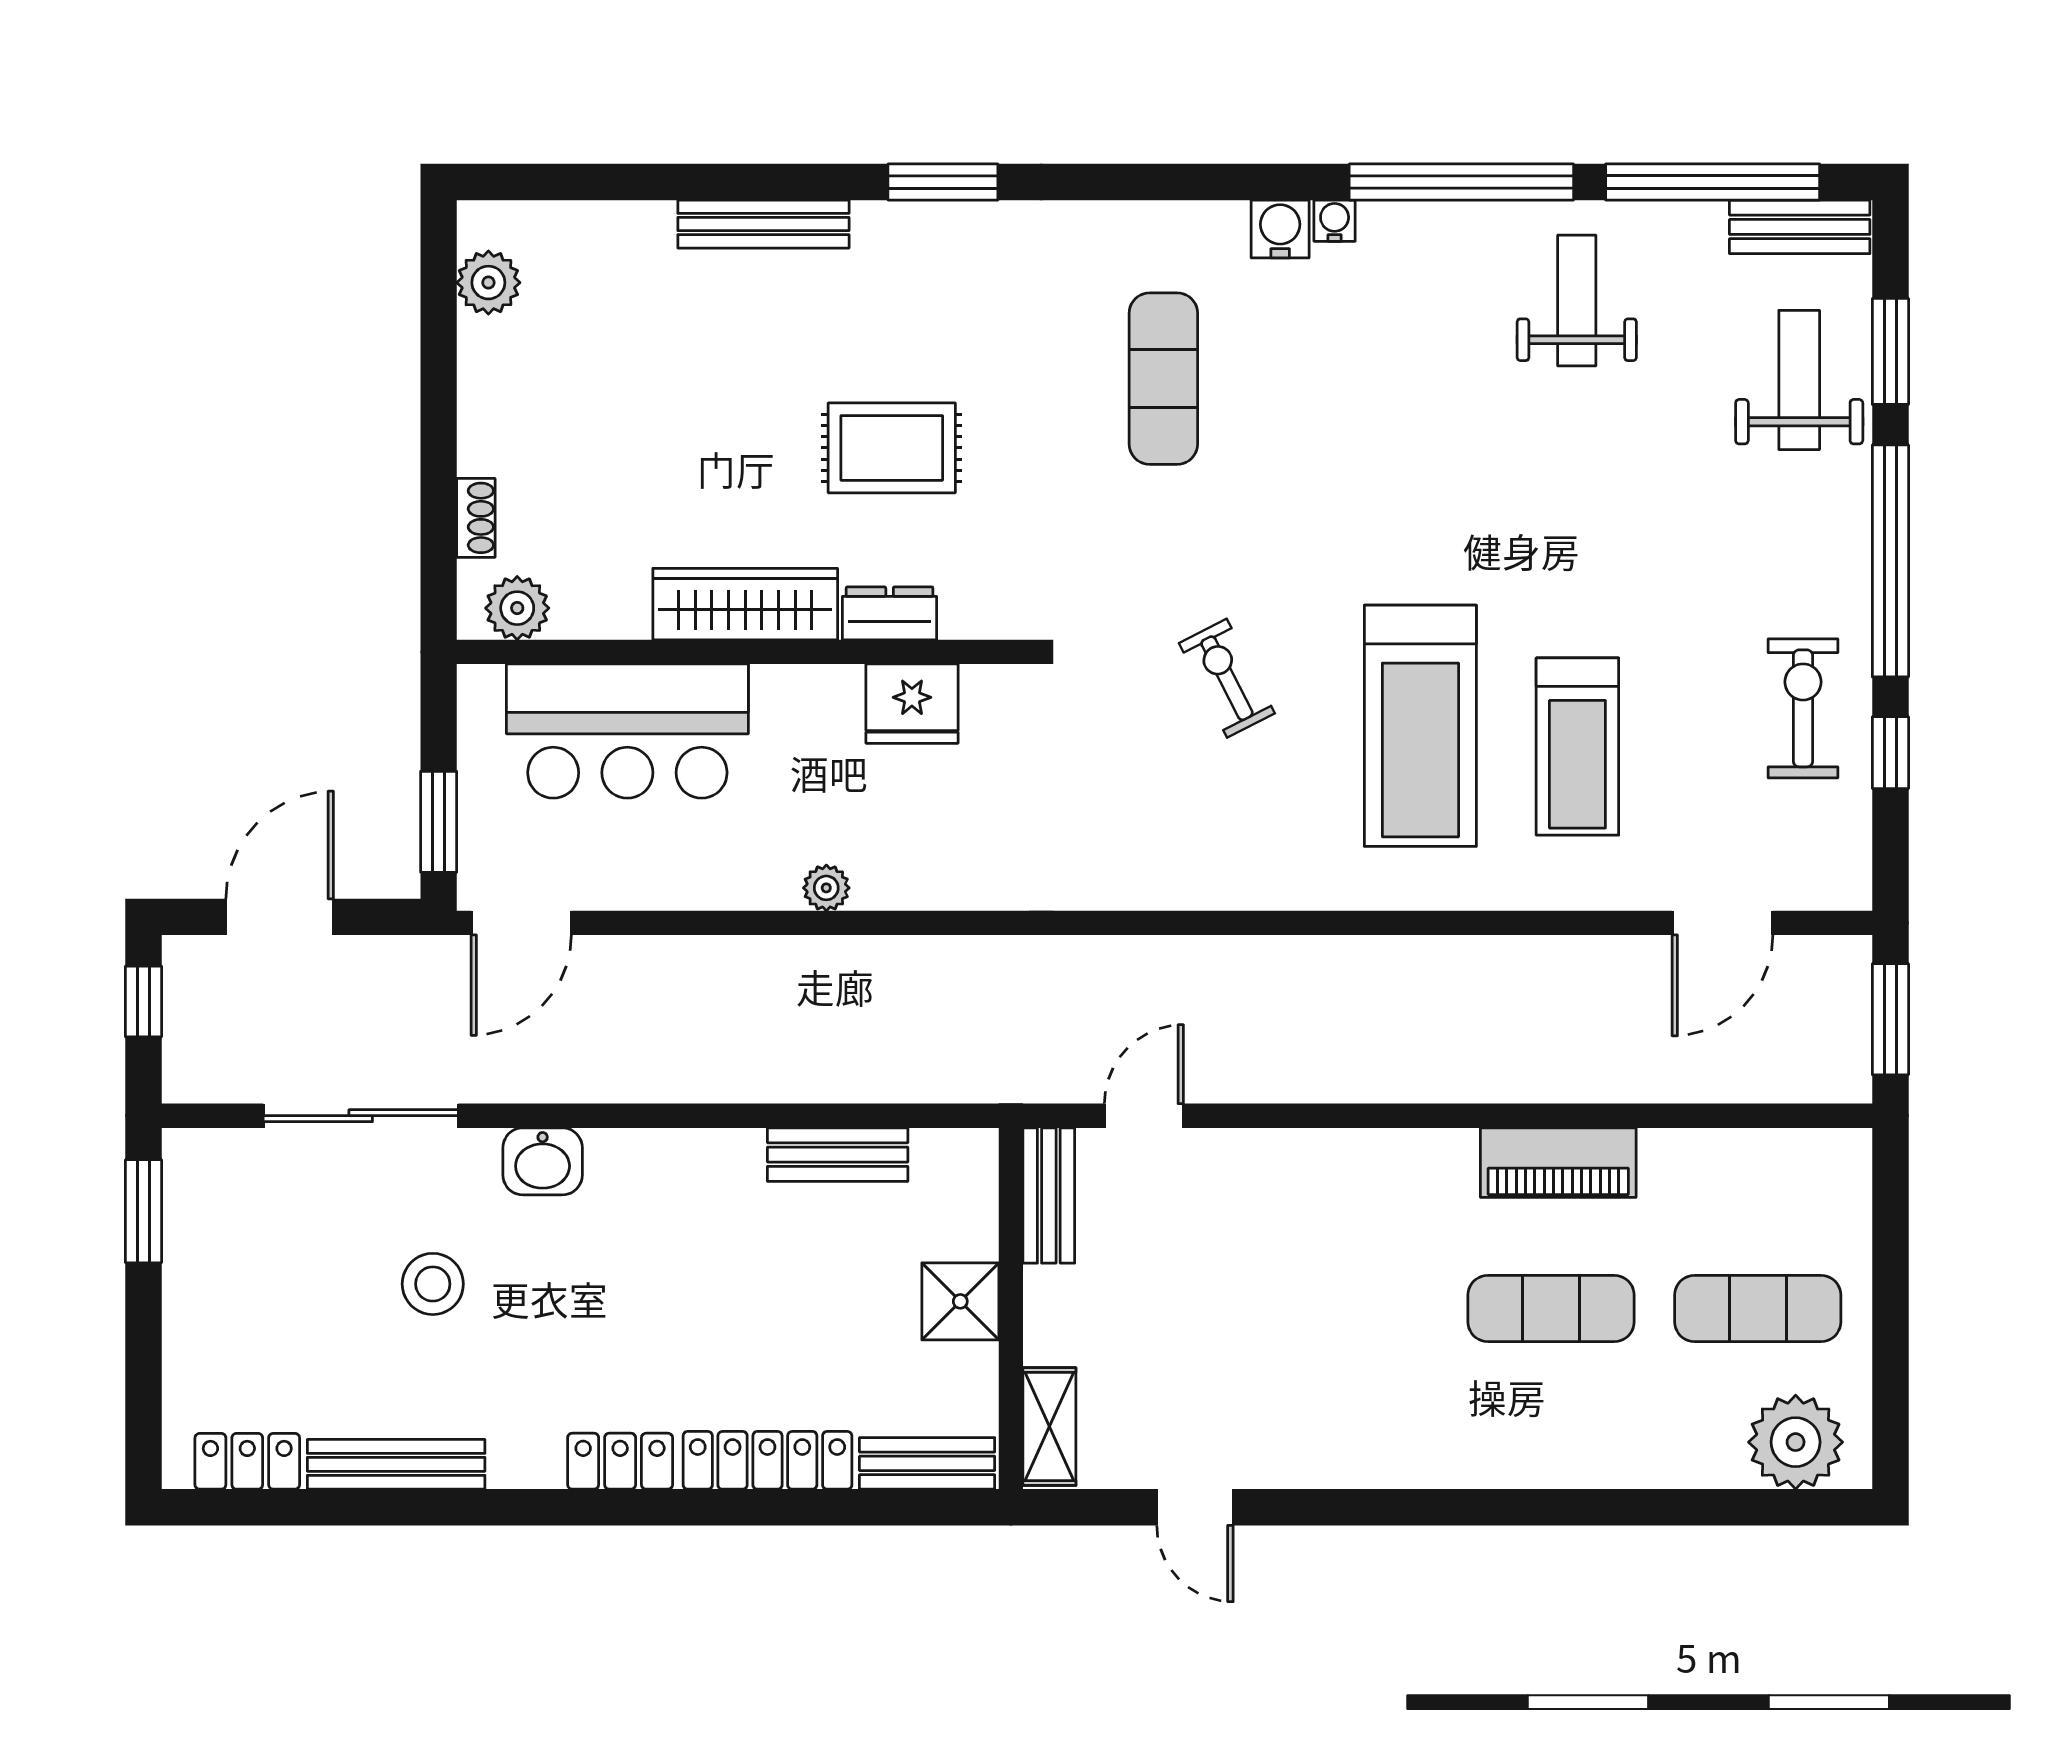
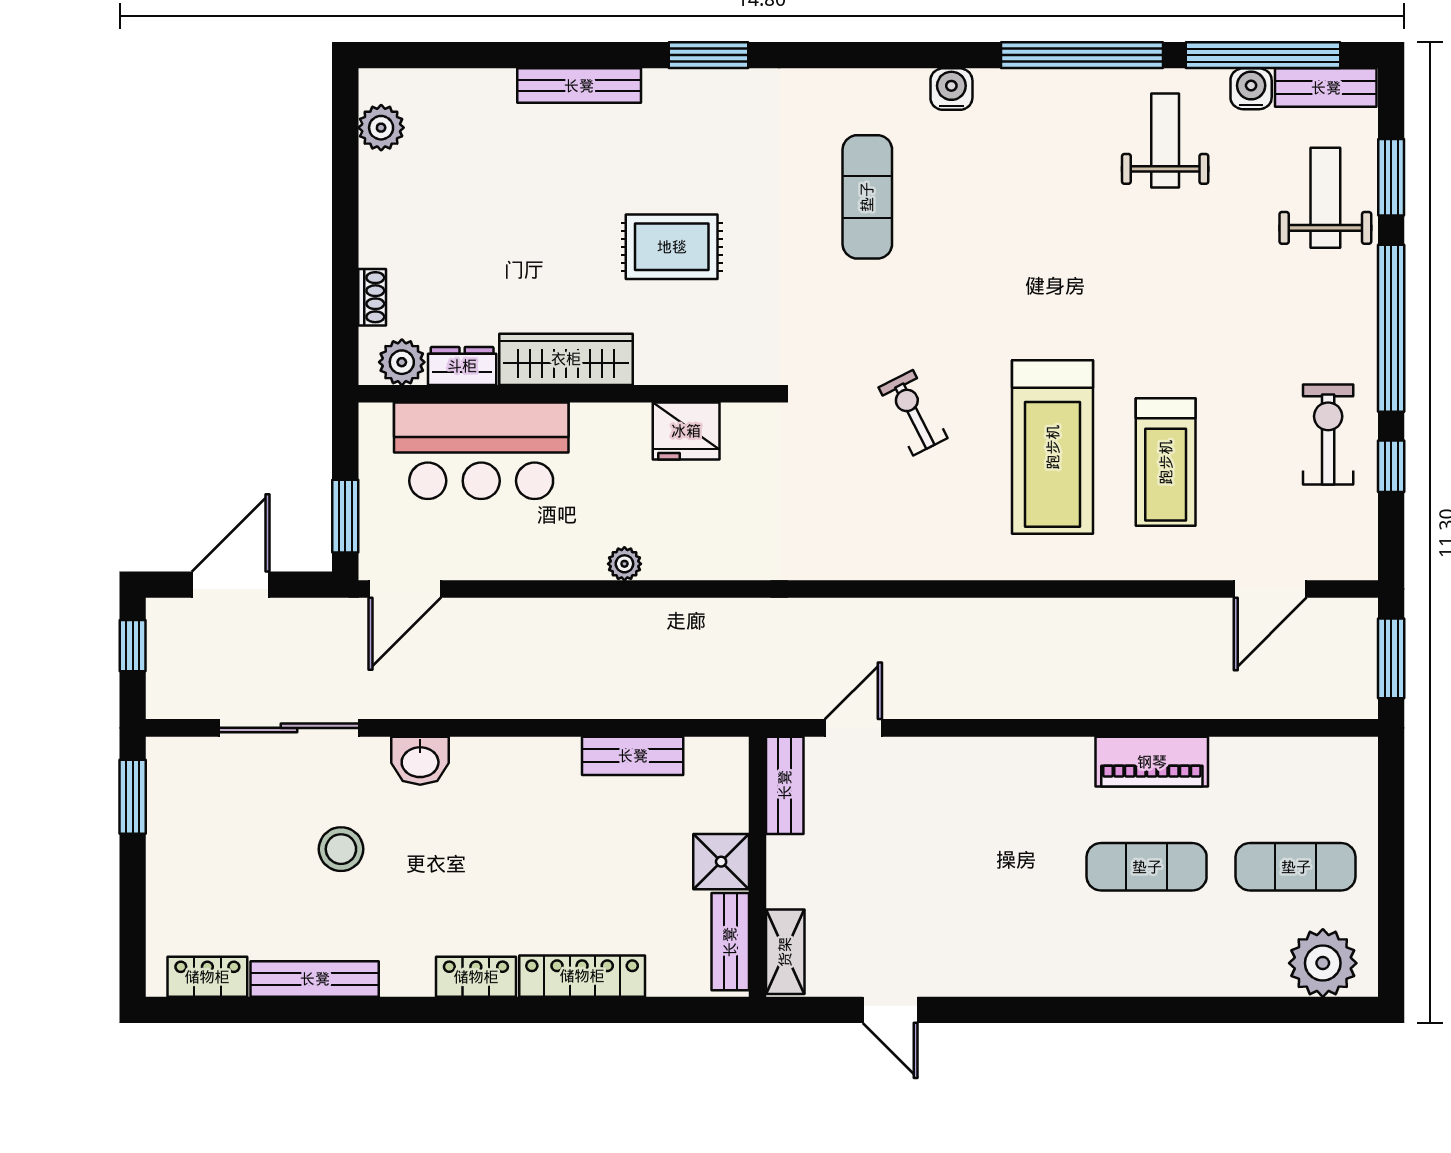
water cooler: (1335, 221) -> (1251, 89), moved, width x1.38, depth x1.38
dresser: (890, 613) -> (462, 366), moved
bench: (927, 1463) -> (730, 942), moved, turned 90

